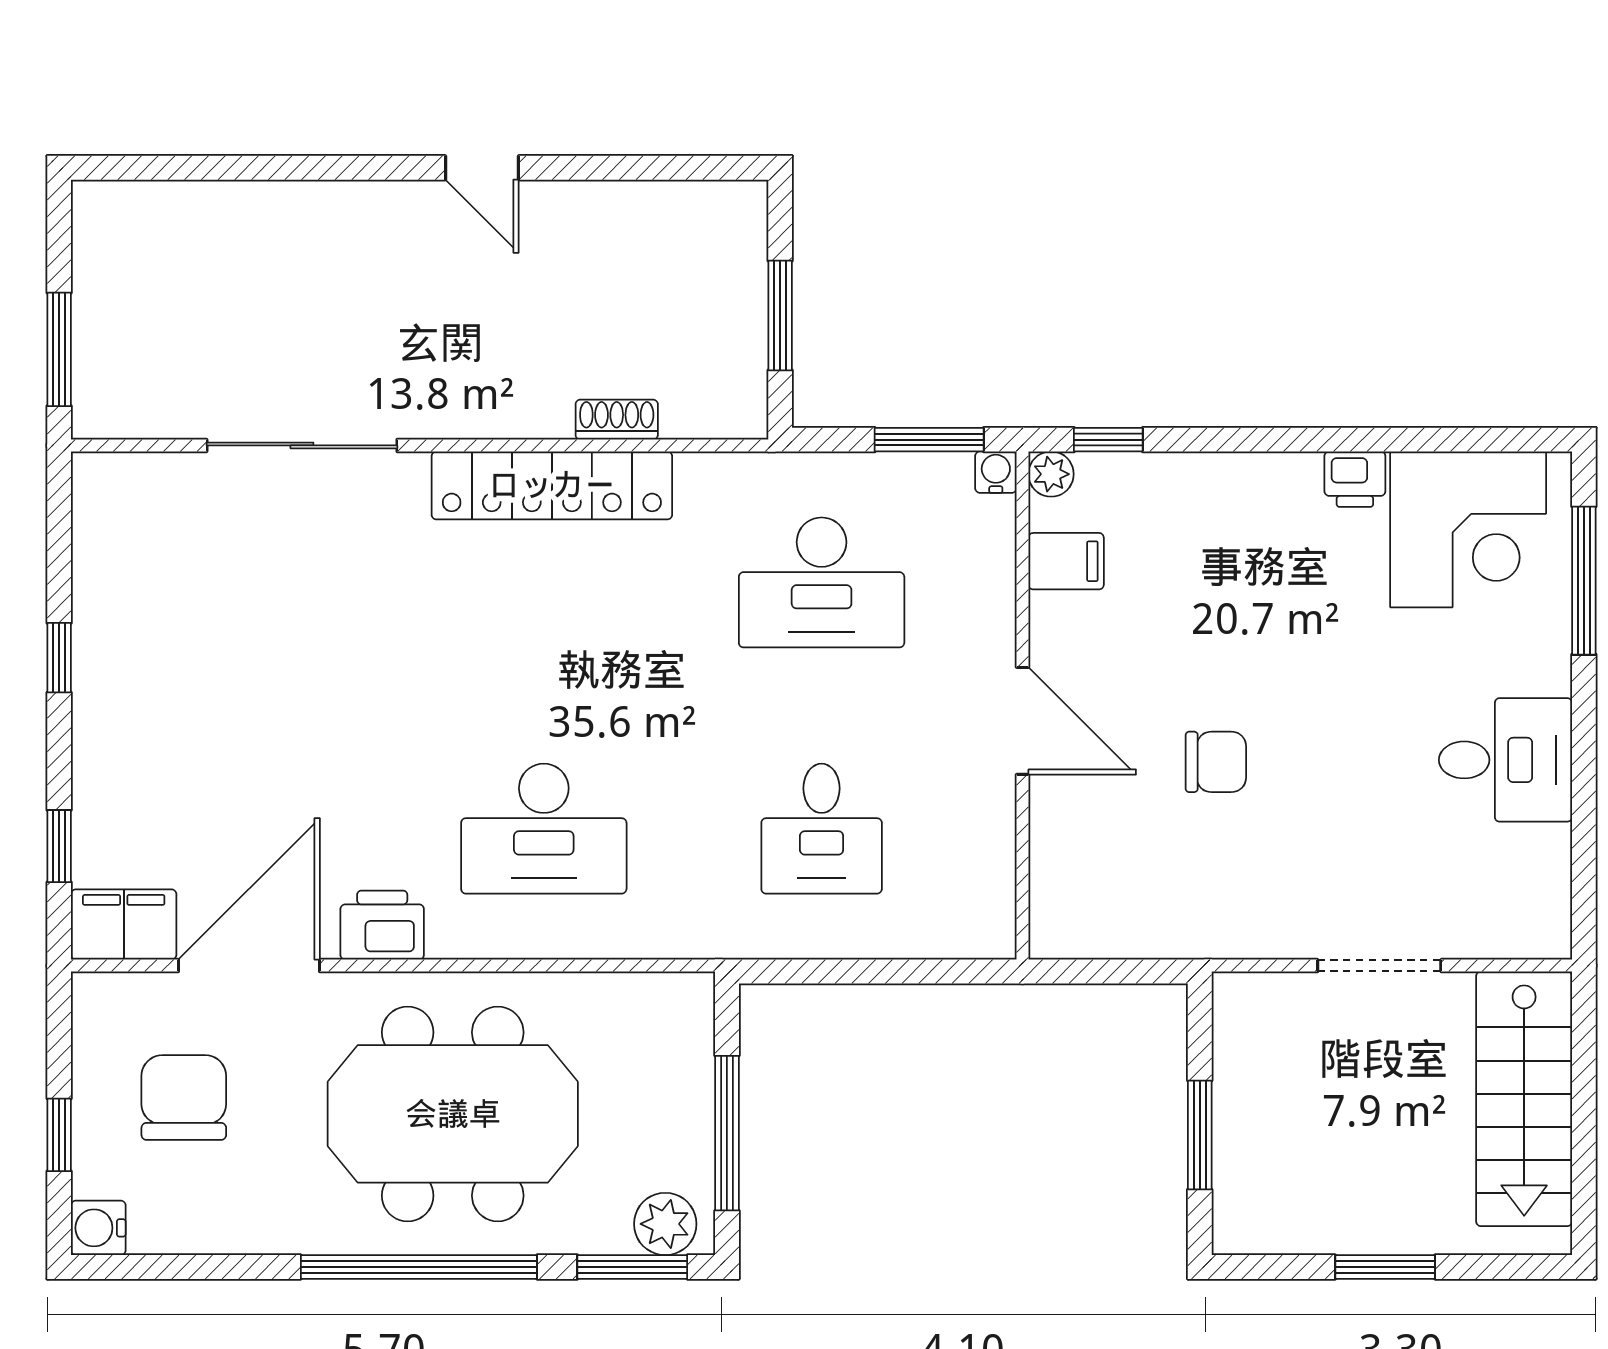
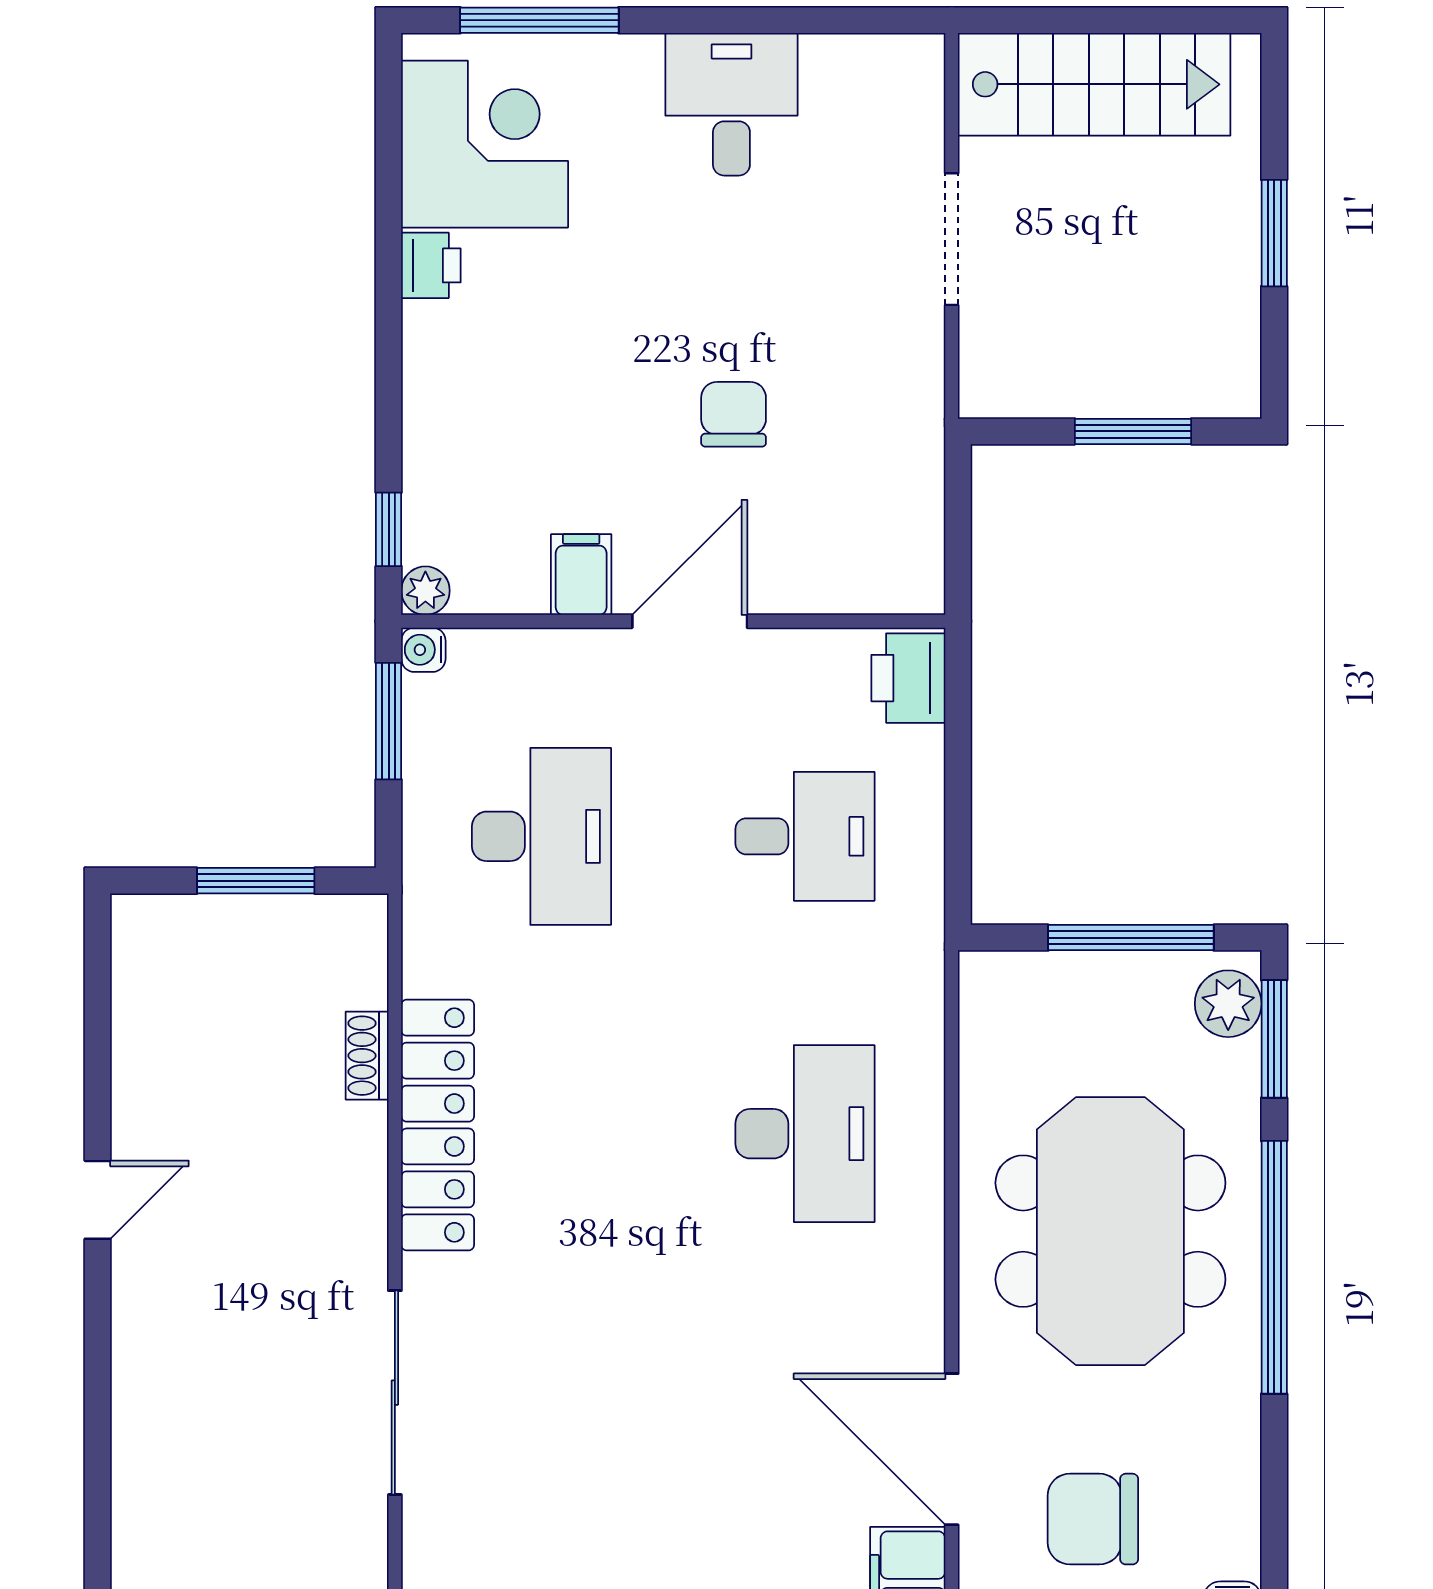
filing cabinet: (1066, 561) -> (581, 575), moved
printer: (382, 925) -> (908, 678), moved

